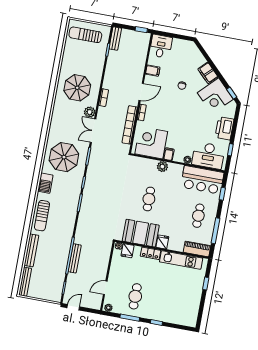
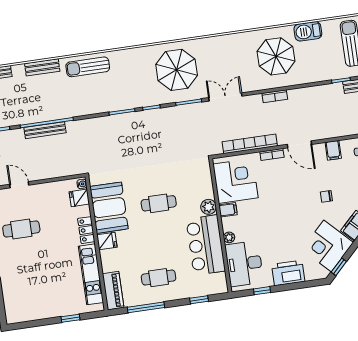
plant: (90, 112) -> (249, 84), removed
bar counter: (202, 180) -> (206, 245), moved
barbecue: (45, 183) -> (308, 31), moved
bench: (31, 250) -> (42, 67), width x0.73

